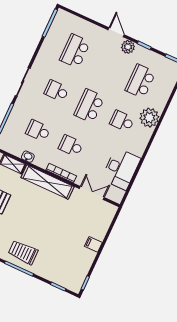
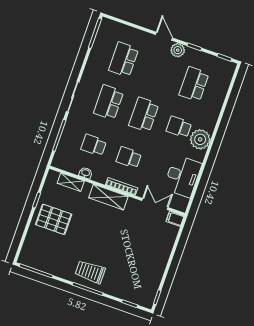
school desk: (57, 91) -> (109, 102), width x1.85
plant: (149, 118) -> (200, 139), moved
shelving: (48, 182) -> (108, 197), width x0.68
filing cabinet: (93, 244) -> (175, 219), moved

